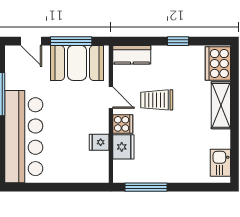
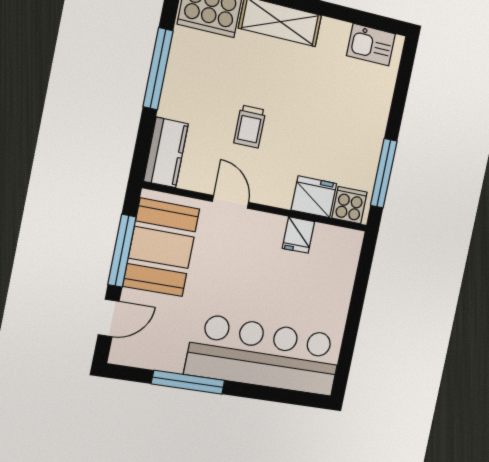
window: (178, 41) -> (158, 69), width x2.17
door: (111, 98) -> (231, 202), hinge flipped
trolley: (157, 100) -> (250, 127), width x0.73, depth x0.72
cooker: (123, 124) -> (349, 205), moved

